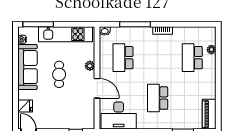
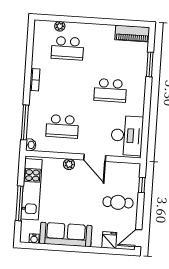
window: (38, 24) -> (19, 203), moved
window: (135, 24) -> (25, 122), moved
cafe table: (59, 74) -> (118, 202), moved
door: (97, 88) -> (95, 158), swing flipped

